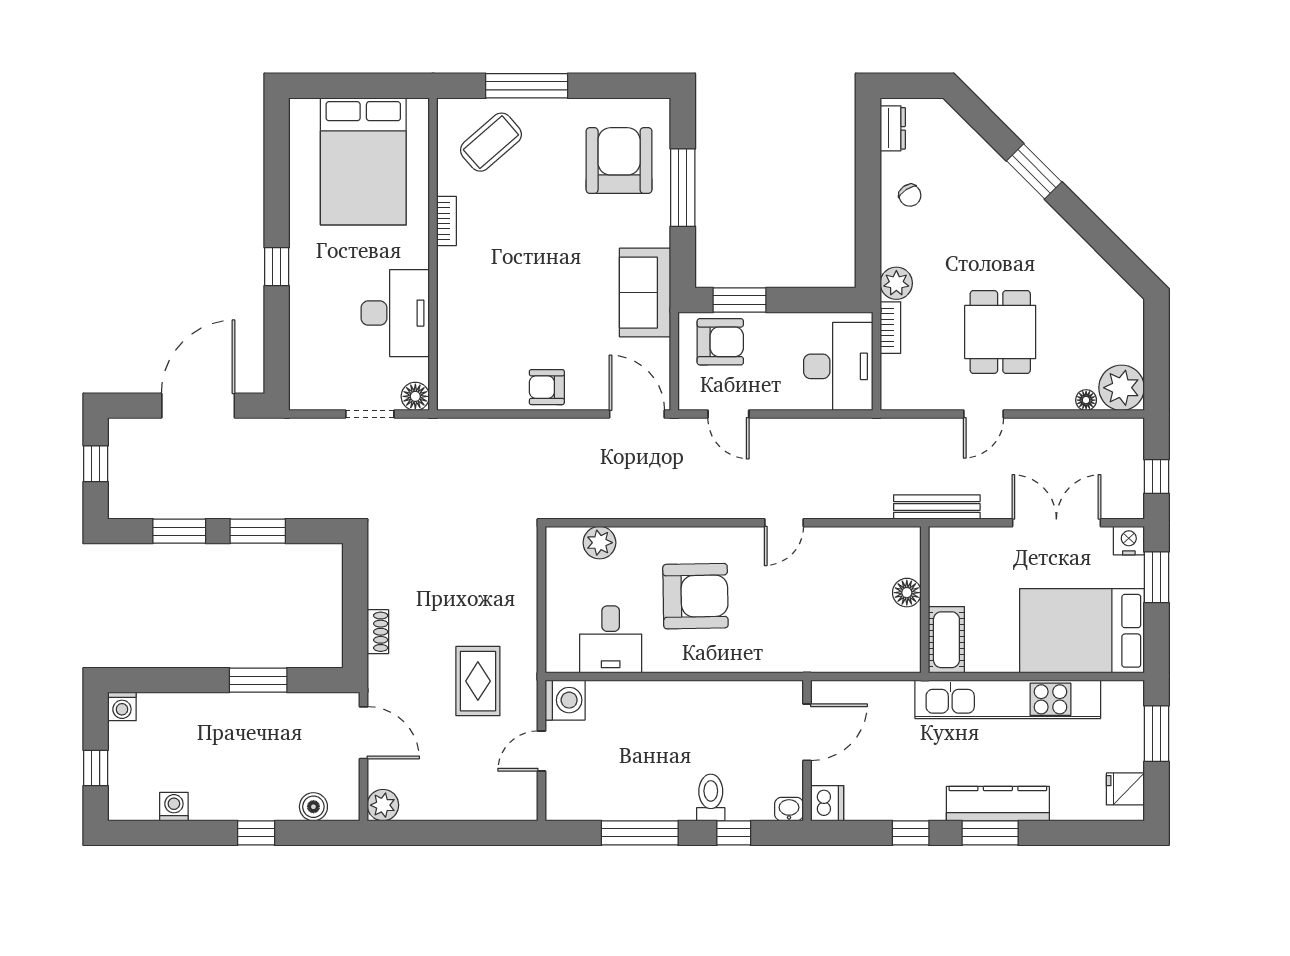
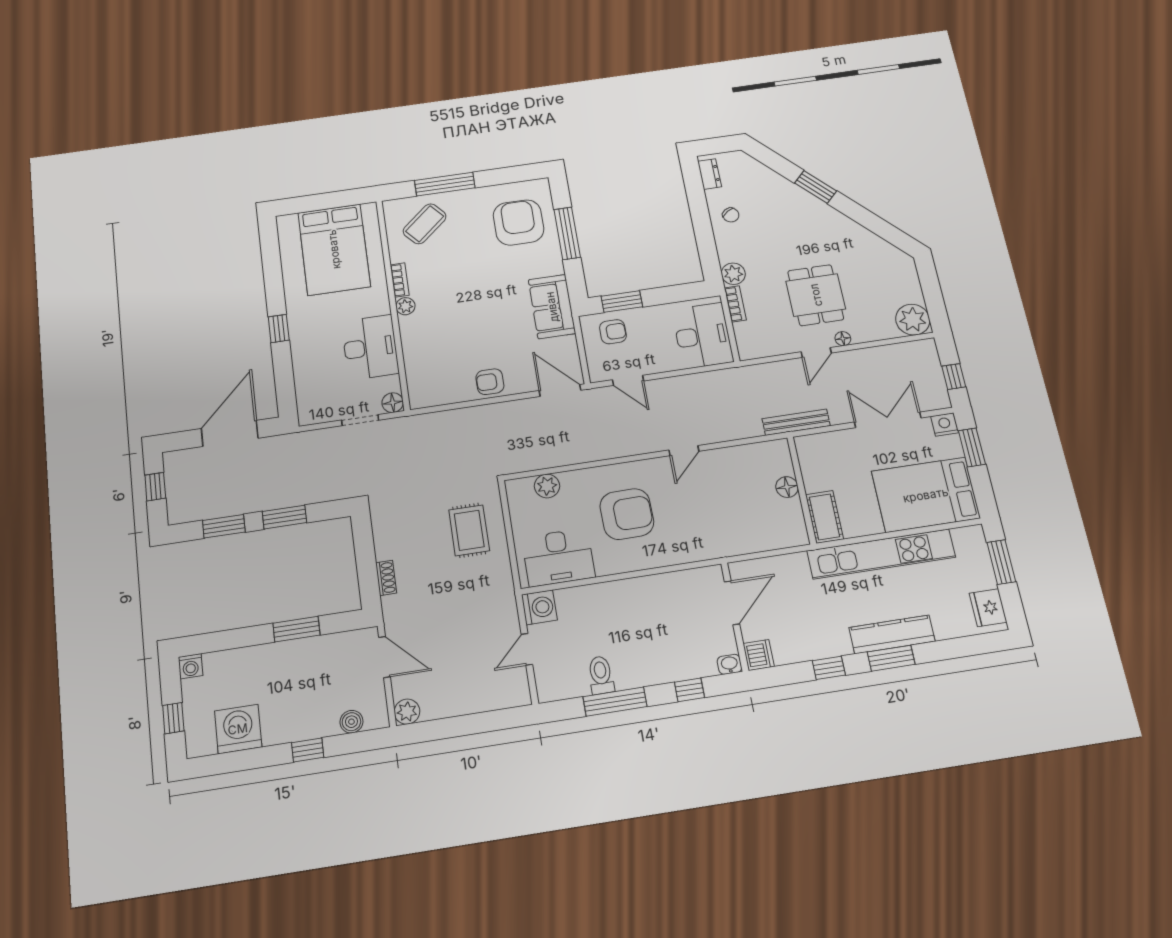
plant: (449, 261) -> (405, 306), added
armchair: (720, 342) -> (613, 332), width x0.72, depth x0.72
floor lamp: (1086, 400) -> (843, 339), moved
desk: (611, 639) -> (558, 557), width x1.37
rug: (478, 681) -> (469, 530), moved
fridge: (1125, 789) -> (988, 608), width x1.38
toilet: (711, 797) -> (601, 675), moved
washing machine: (174, 807) -> (238, 729), width x1.89, depth x1.89

